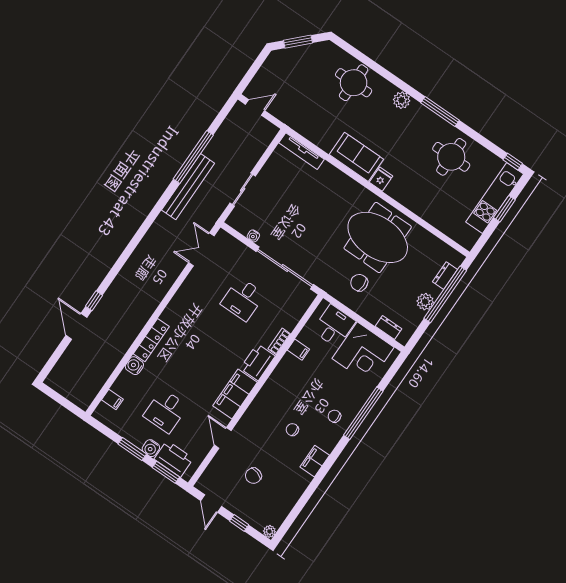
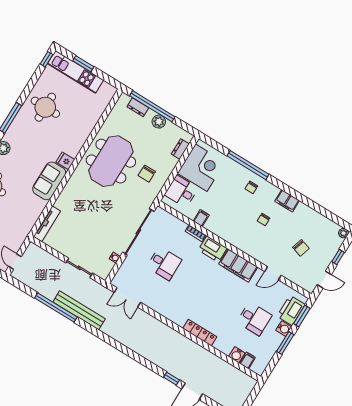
water cooler: (134, 366) -> (237, 355), moved

